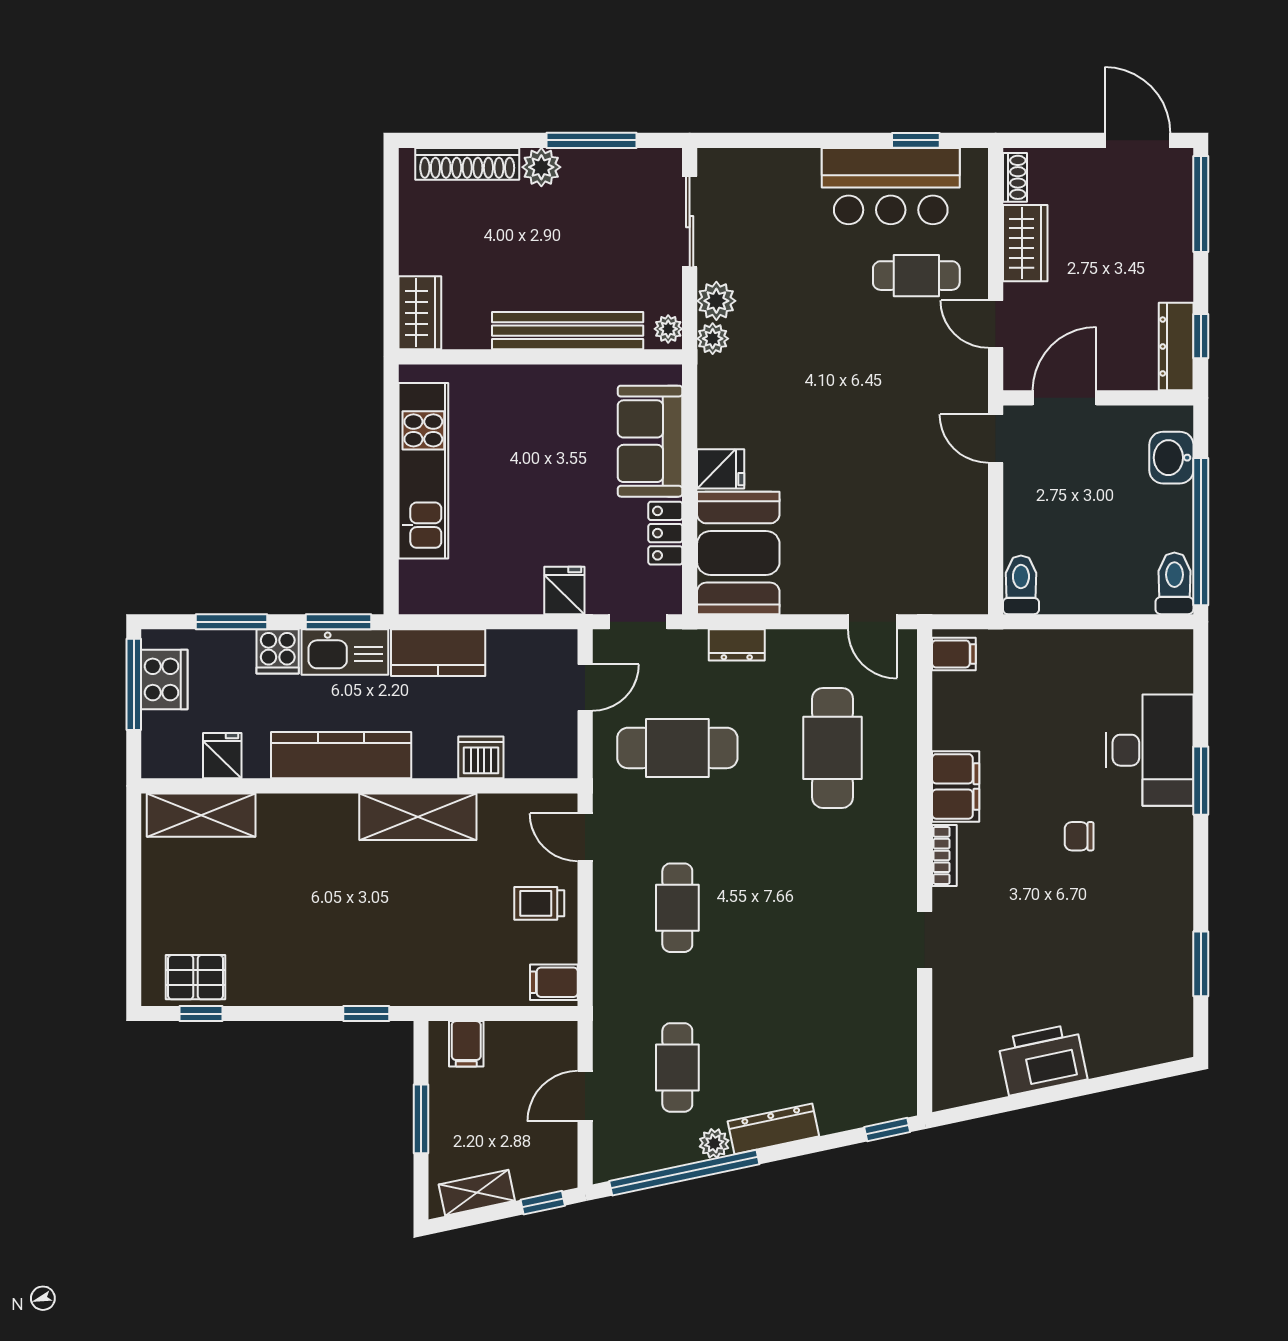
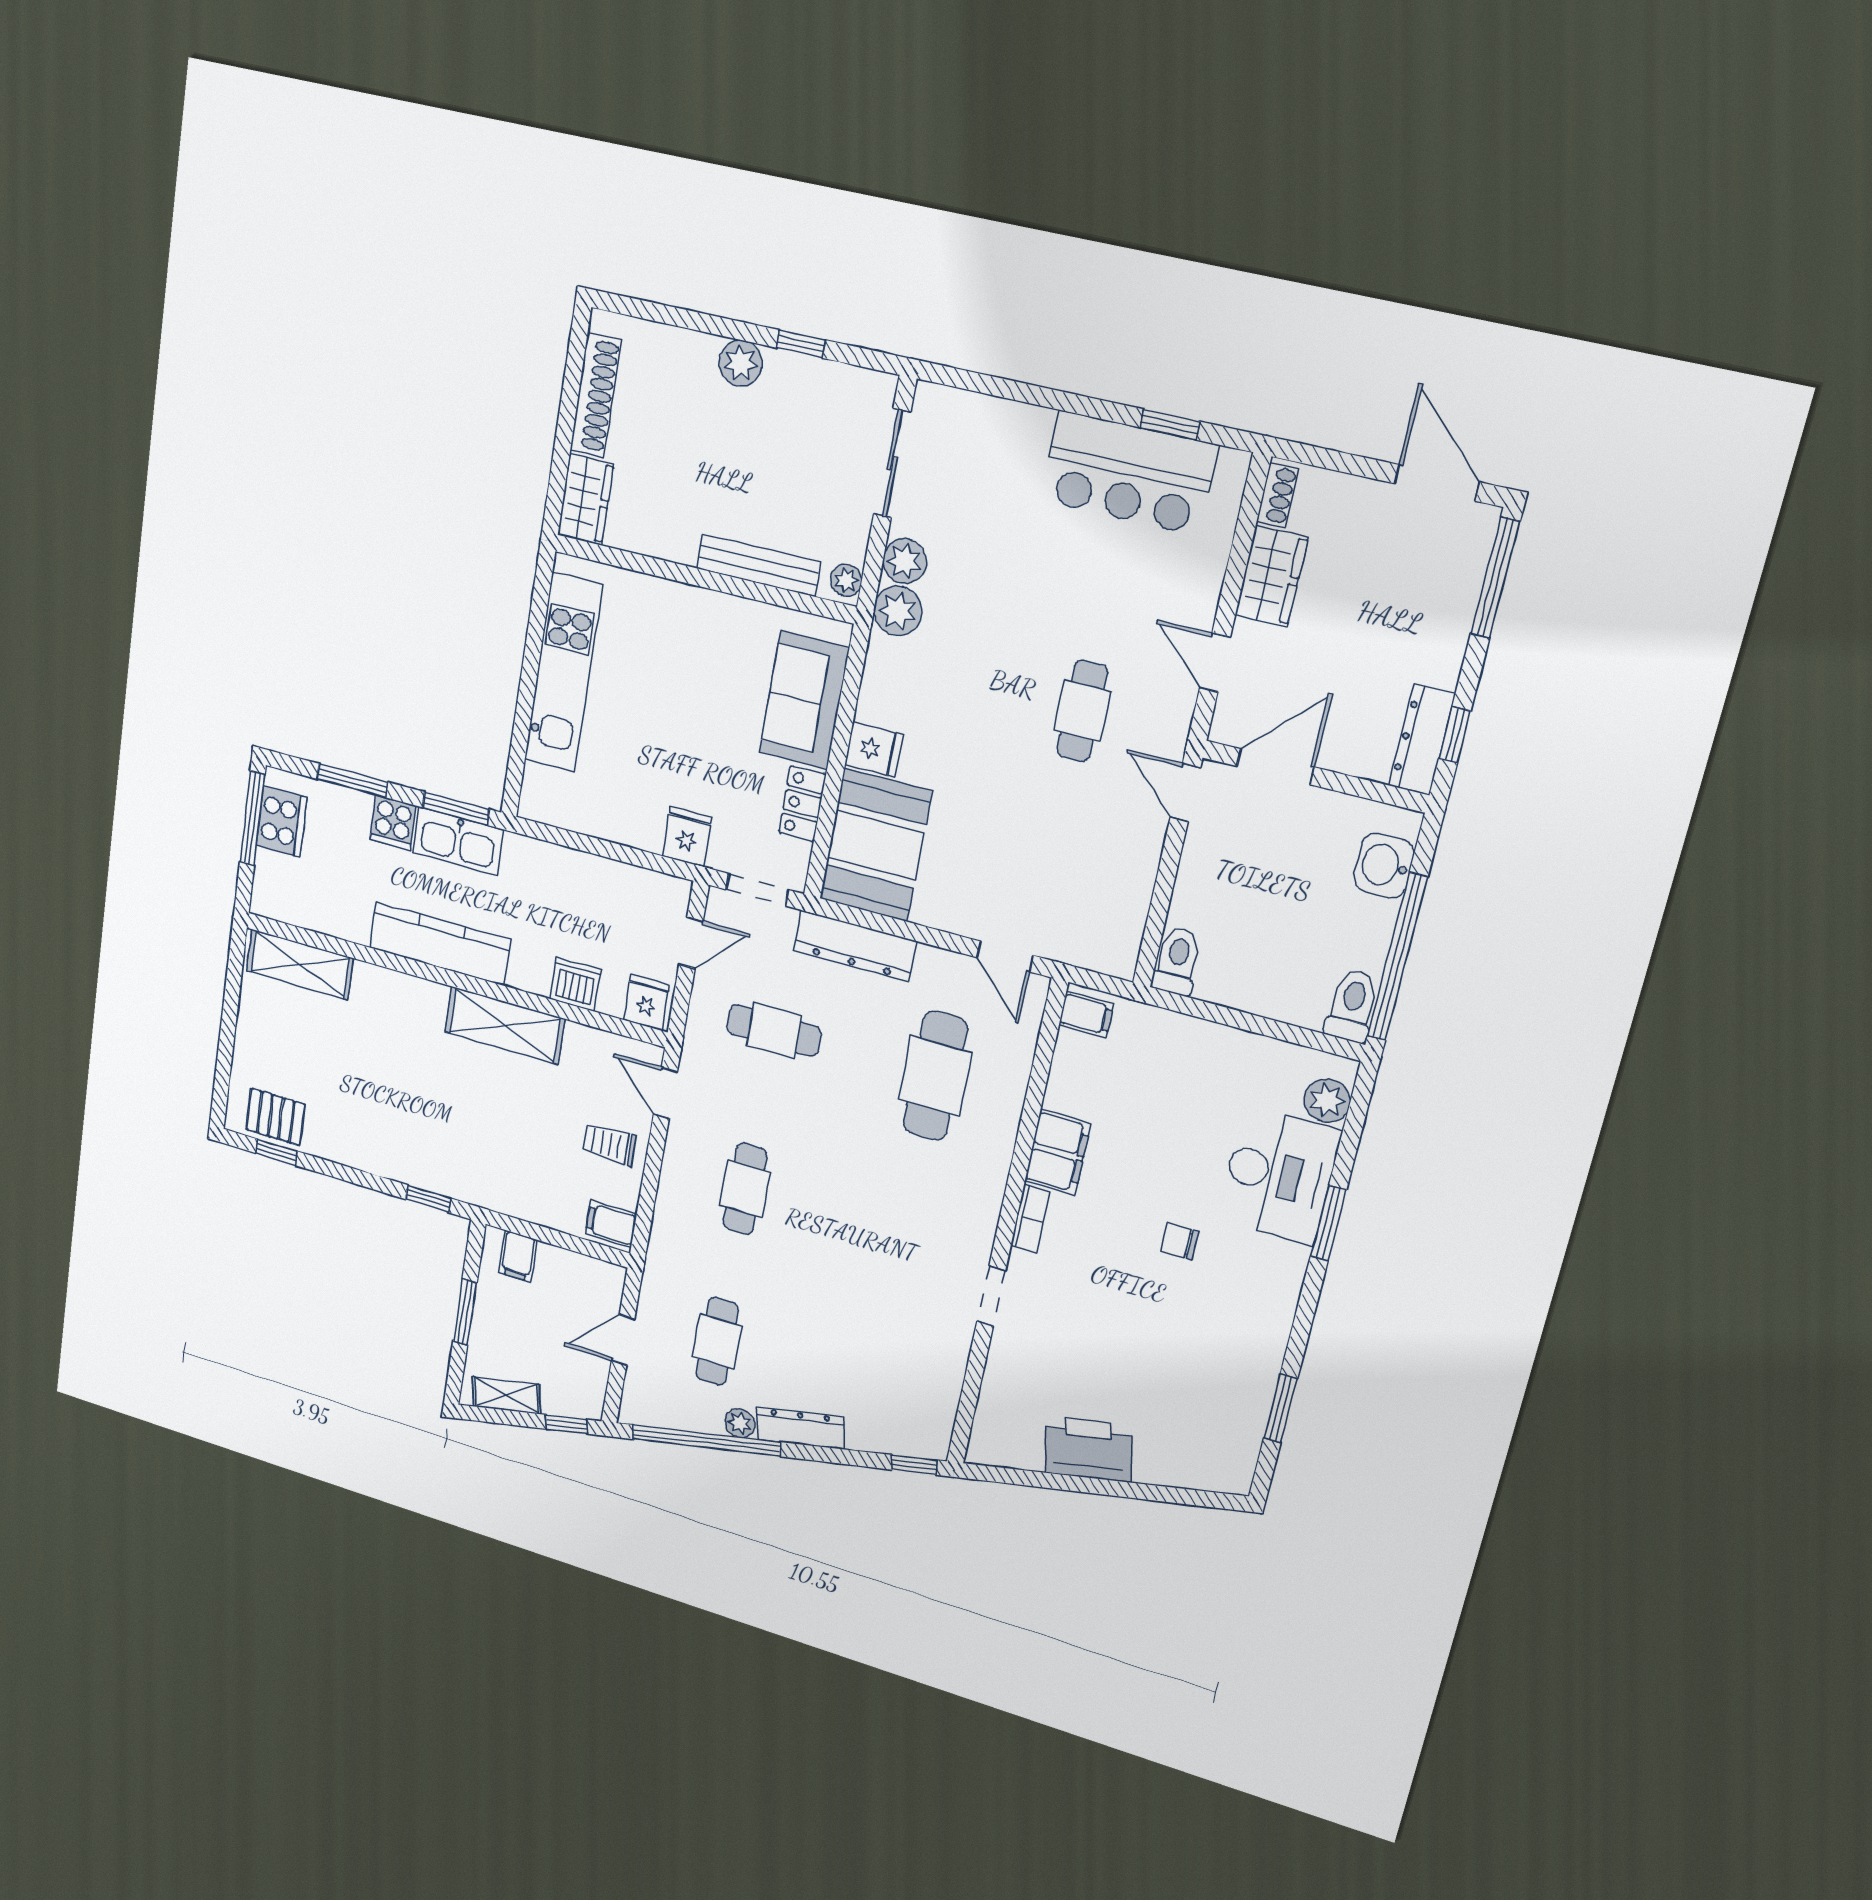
window: (592, 140) -> (801, 344), width x0.46
shoe rack: (467, 164) -> (596, 395), moved, turned -90
cafe table: (916, 276) -> (1082, 711), moved, turned 90
bench: (568, 331) -> (759, 565), width x0.73, depth x0.82
plant: (713, 339) -> (898, 611), width x1.38, depth x1.38
dresser: (737, 645) -> (855, 946), width x1.96, depth x1.24
kitchen counter: (438, 653) -> (549, 867), removed
plant: (1174, 672) -> (1327, 1101), added
cafe table: (677, 748) -> (774, 1030), width x0.73, depth x0.74
fridge: (222, 756) -> (646, 1002), moved

